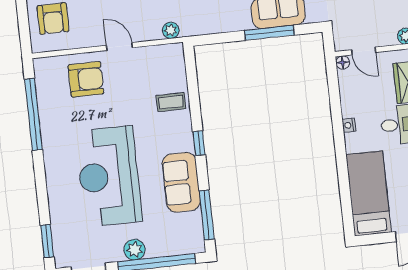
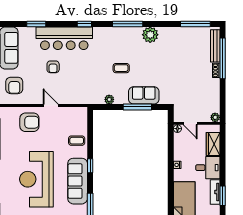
plant: (171, 30) -> (109, 99), moved
sofa: (181, 182) -> (78, 181), width x1.36

